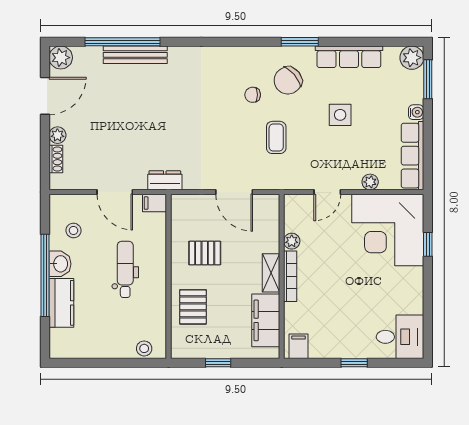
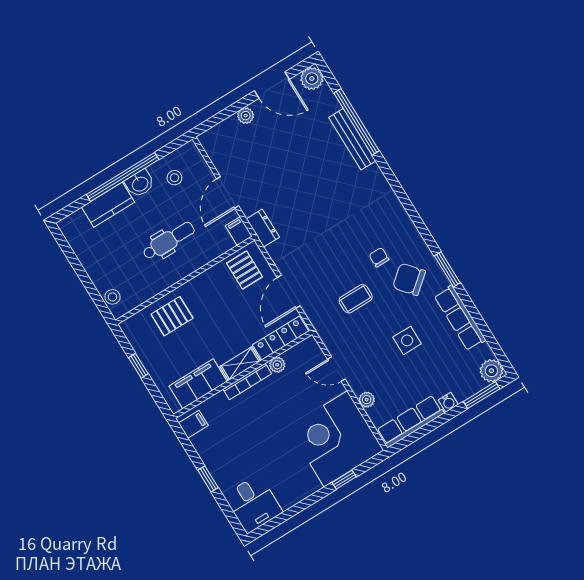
shoe rack: (56, 159) -> (225, 126), removed
locker: (270, 224) -> (281, 338), added
pallet: (205, 253) -> (245, 270), moved

